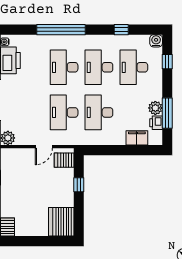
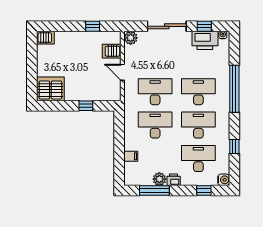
printer: (156, 123) -> (174, 180), moved
filing cabinet: (137, 138) -> (131, 156), width x0.50
server rack: (64, 160) -> (112, 51), moved, turned -90

